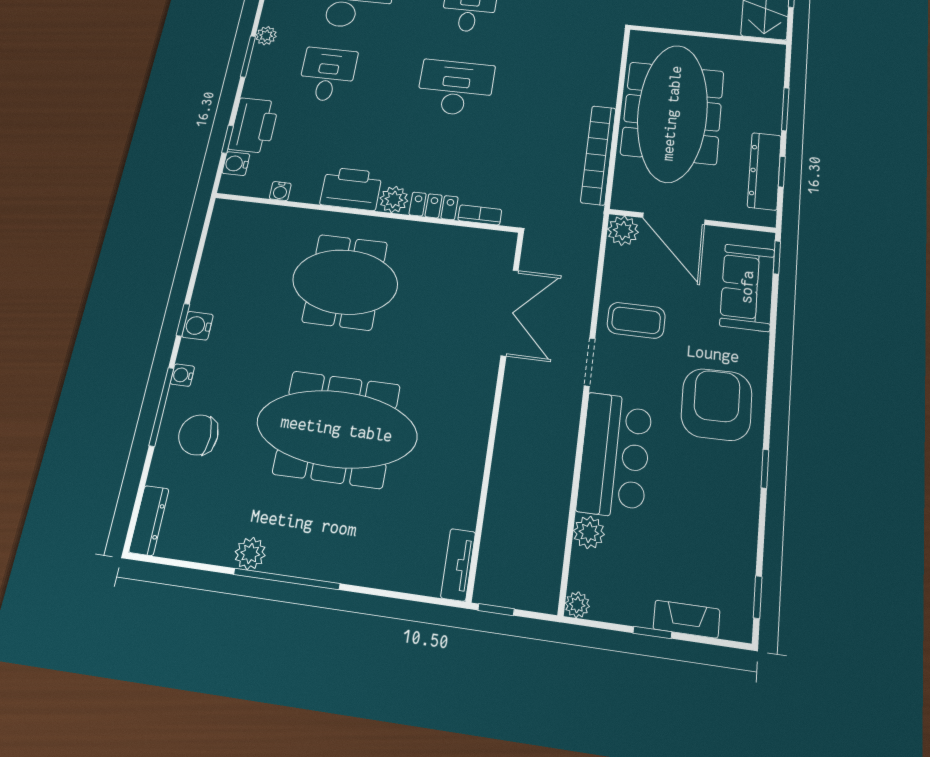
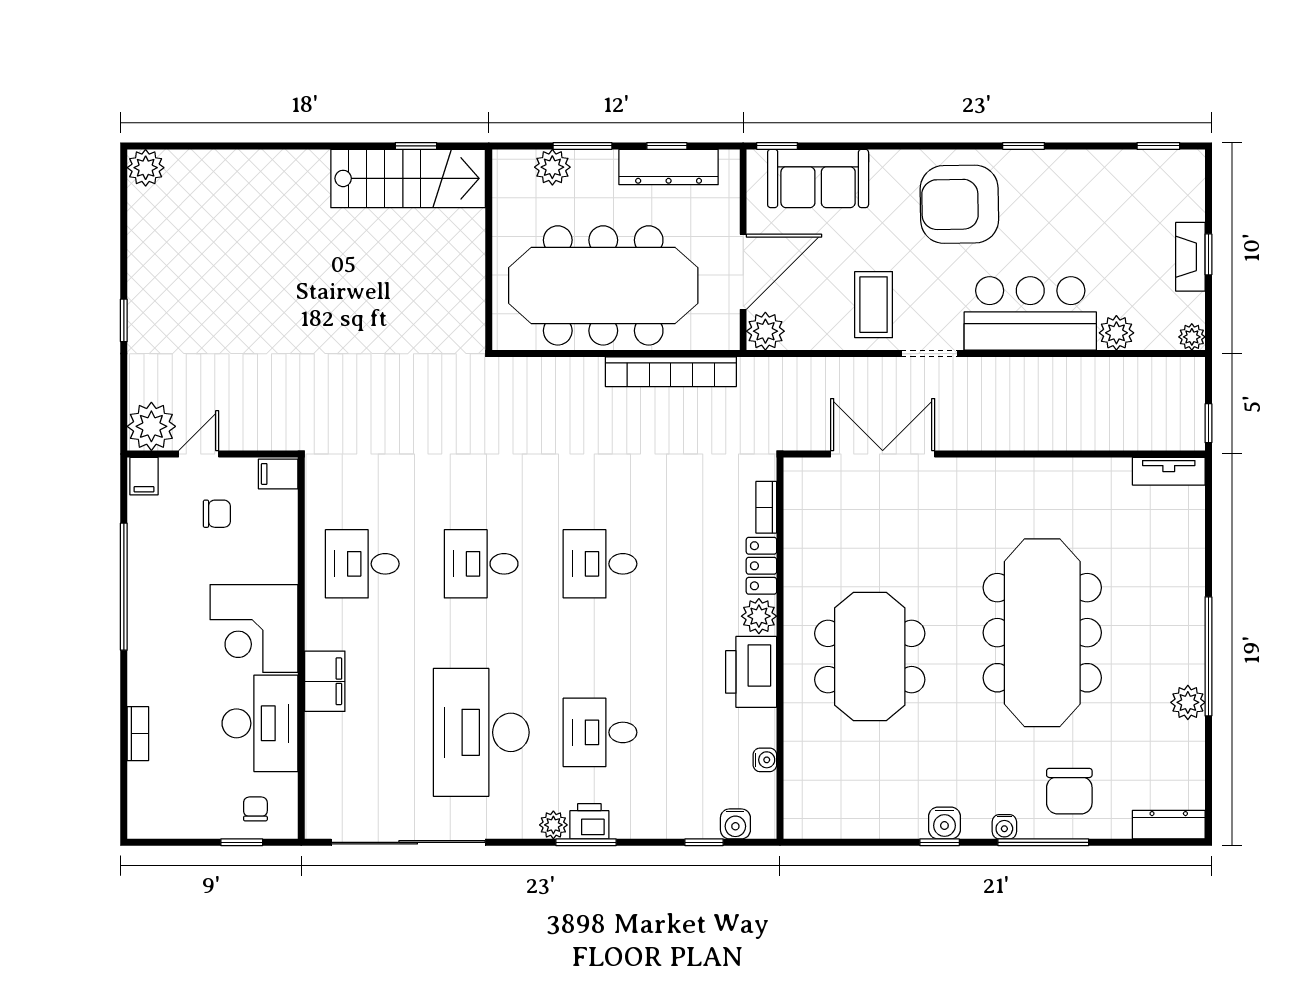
plant: (769, 86) -> (552, 167), added
desk: (455, 88) -> (600, 564), width x0.73
printer: (254, 125) -> (589, 821), moved, width x0.53, depth x0.68
fireplace: (686, 619) -> (1190, 257), moved

